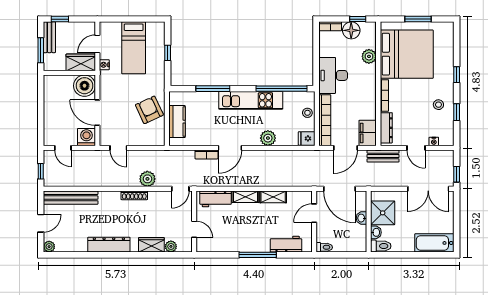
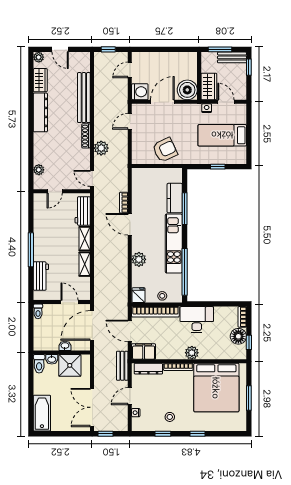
plant: (369, 56) -> (192, 353), moved
kitchen counter: (177, 122) -> (175, 198), moved, turned 90
bench: (71, 198) -> (84, 98), moved
wardrobe: (151, 245) -> (40, 80), moved

